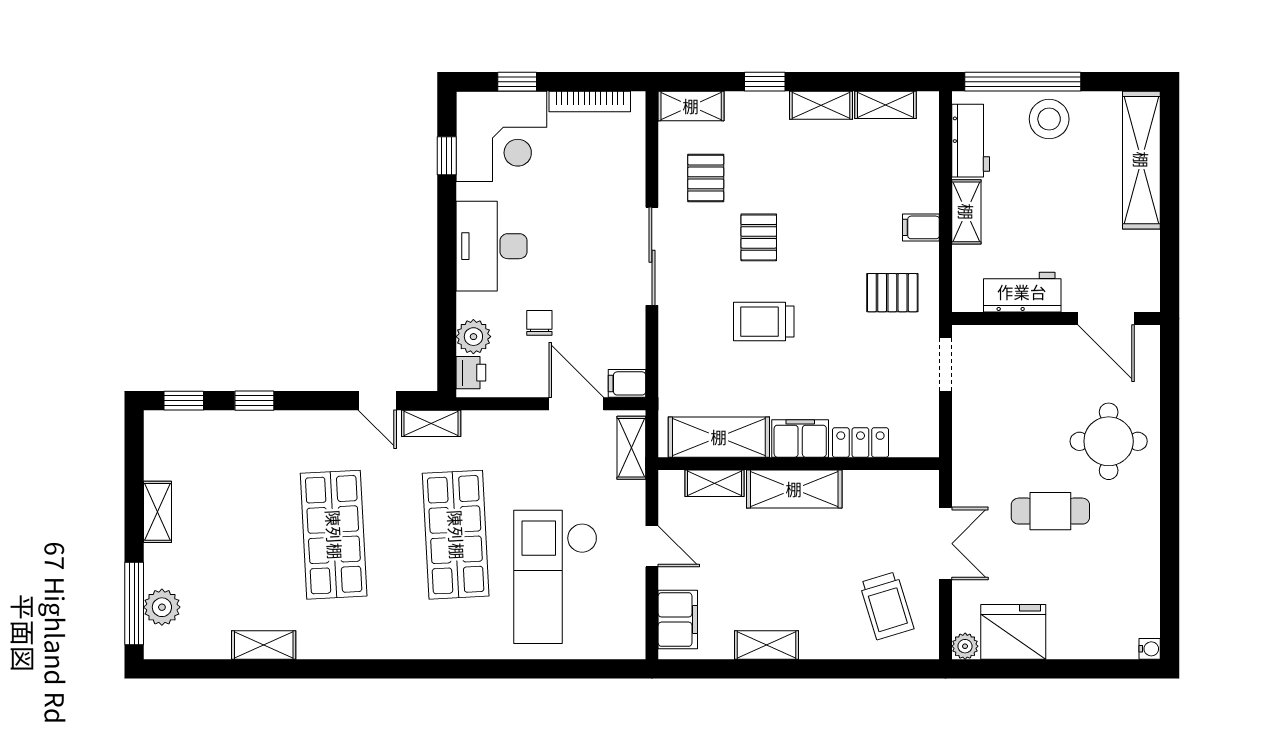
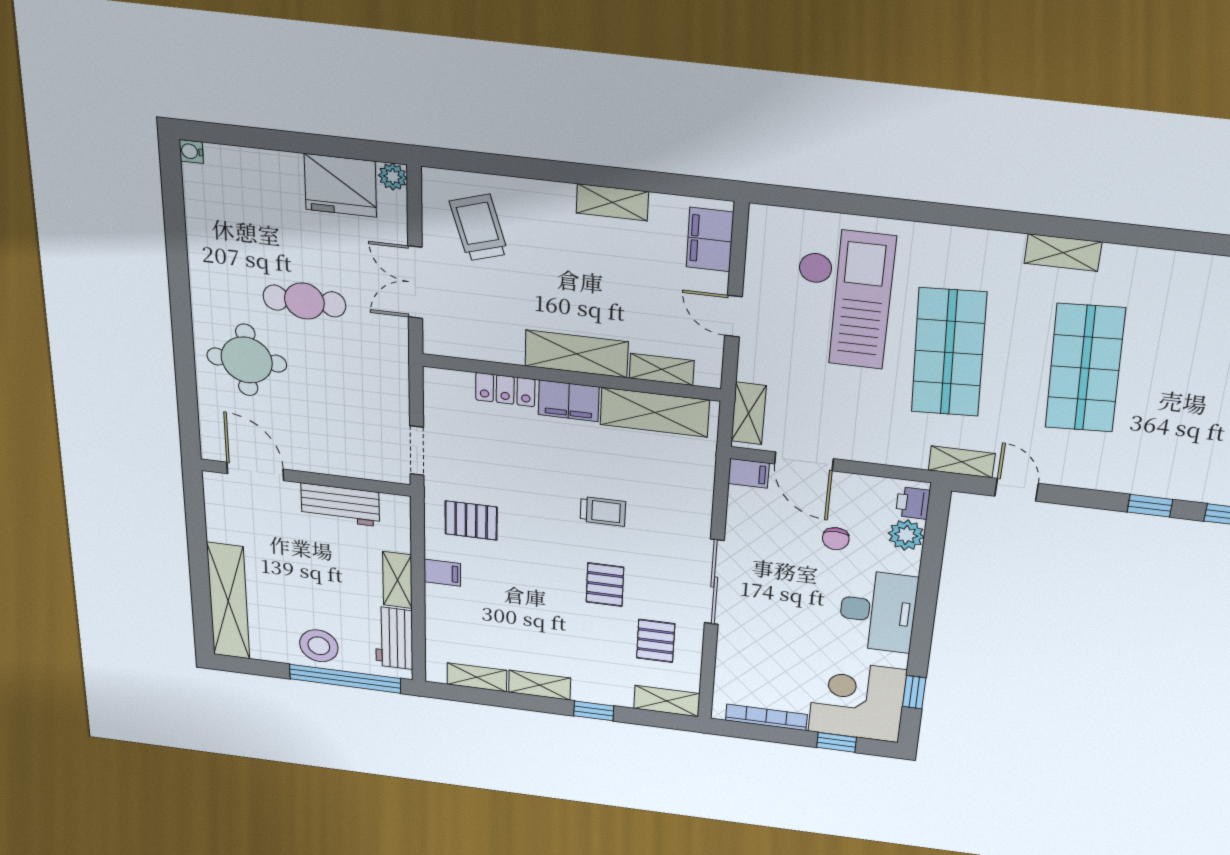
trolley: (764, 322) -> (603, 511), width x0.73, depth x0.72
shelving: (264, 645) -> (1063, 253), moved

